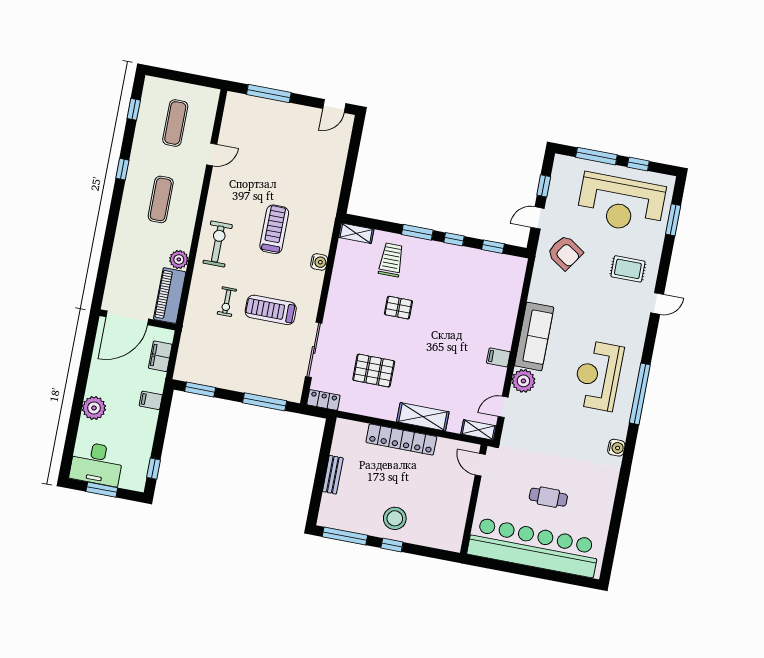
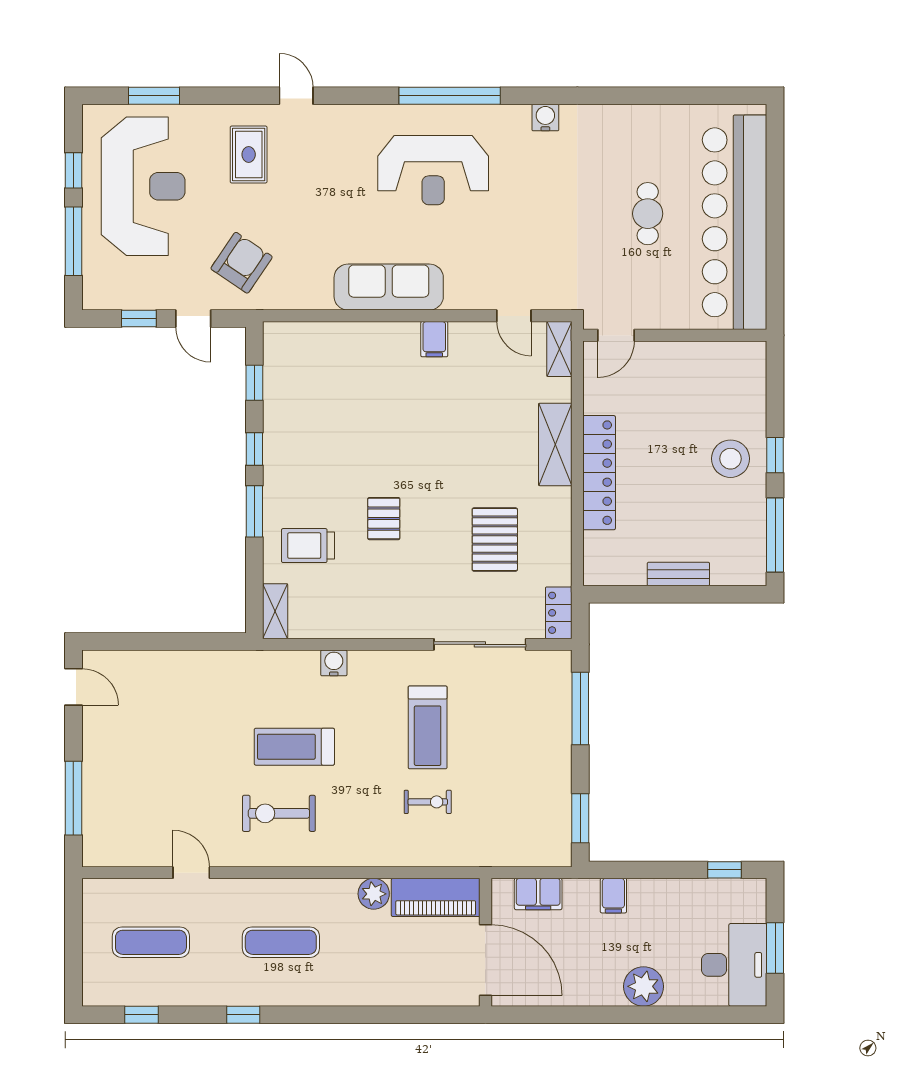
exercise bike: (218, 244) -> (279, 813), moved
plant: (523, 381) -> (465, 291), removed

